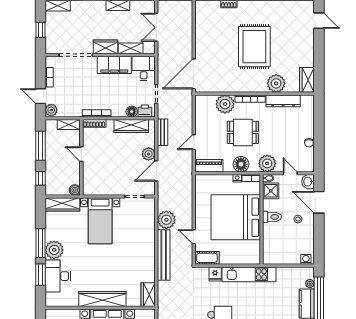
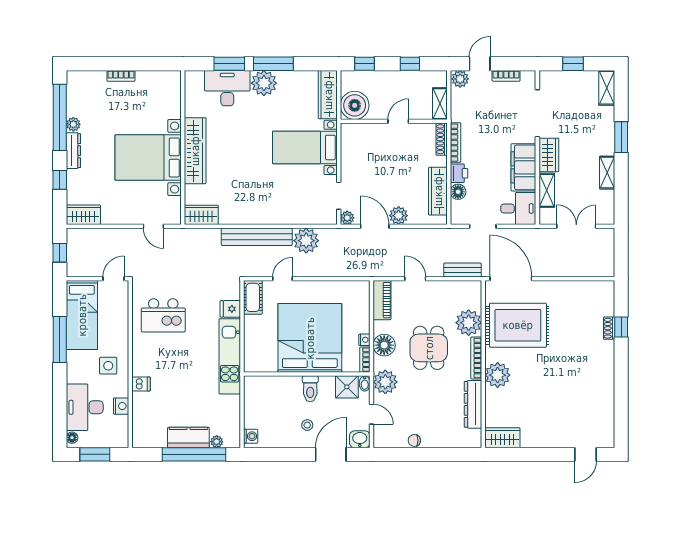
rug: (254, 47) -> (518, 325), moved
plant: (276, 83) -> (498, 375), moved
printer: (145, 111) -> (459, 173), moved
bench: (163, 132) -> (463, 270), moved
window: (40, 146) -> (410, 64), width x0.46
door: (290, 173) -> (372, 414), hinge flipped
boiler: (75, 190) -> (355, 105), width x1.86, depth x1.86
plant: (150, 191) -> (347, 218), added

